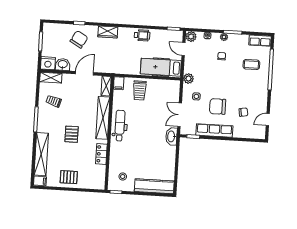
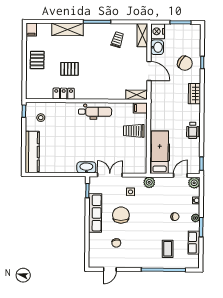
row of seats: (260, 41) -> (194, 243), moved
shelving: (103, 118) -> (102, 93), removed
door: (268, 119) -> (110, 269), swing flipped
pallet: (72, 134) -> (69, 69), moved
shelving: (41, 154) -> (67, 29), width x0.68

